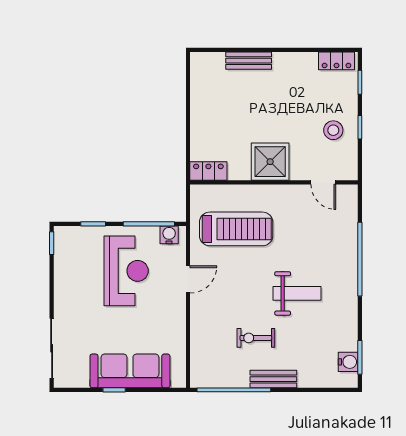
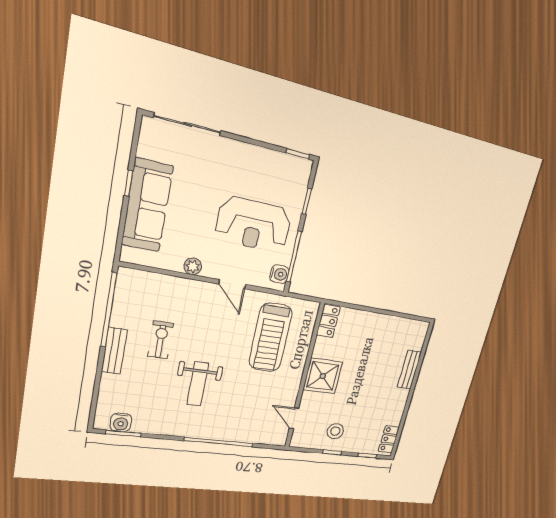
door: (323, 182) -> (294, 418), hinge flipped
plant: (178, 320) -> (193, 266), added

